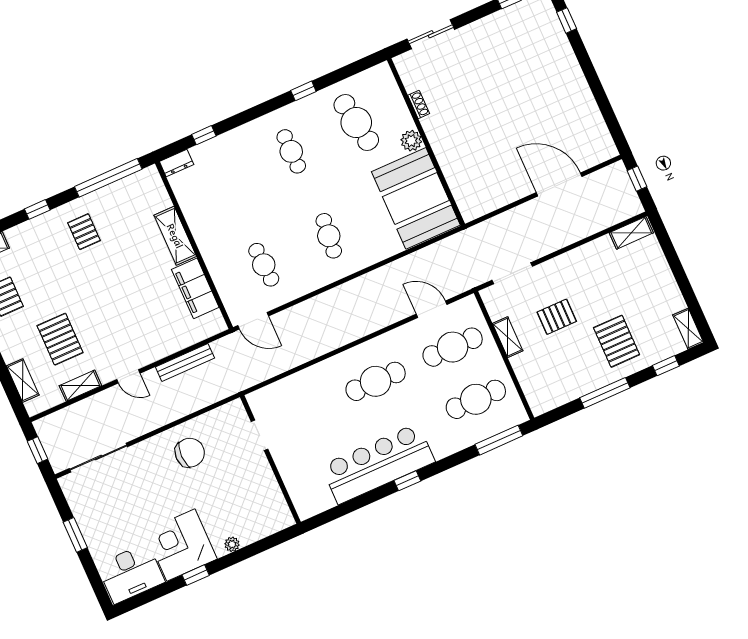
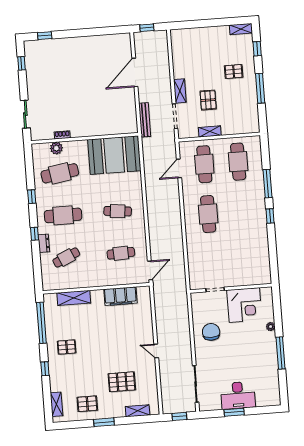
window: (204, 135) -> (35, 234), moved
plant: (411, 141) -> (56, 148), moved
cafe table: (291, 151) -> (63, 215), width x1.37, depth x1.35
dresser: (177, 163) -> (44, 243), moved
cafe table: (226, 180) -> (66, 257), added
shelving: (631, 233) -> (180, 91), moved
shelving: (175, 236) -> (74, 298), moved
pallet: (617, 341) -> (234, 71), width x0.67, depth x0.71
bench: (185, 363) -> (145, 120), moved
door: (128, 376) -> (156, 351), swing flipped
shelving: (80, 386) -> (152, 380), removed
window: (499, 440) -> (267, 184), moved
bar counter: (378, 464) -> (255, 229), removed
corner desk: (181, 545) -> (244, 305), moved, turned -90
desk: (131, 573) -> (238, 395), moved, turned 90
window: (196, 575) -> (281, 353), width x2.17

